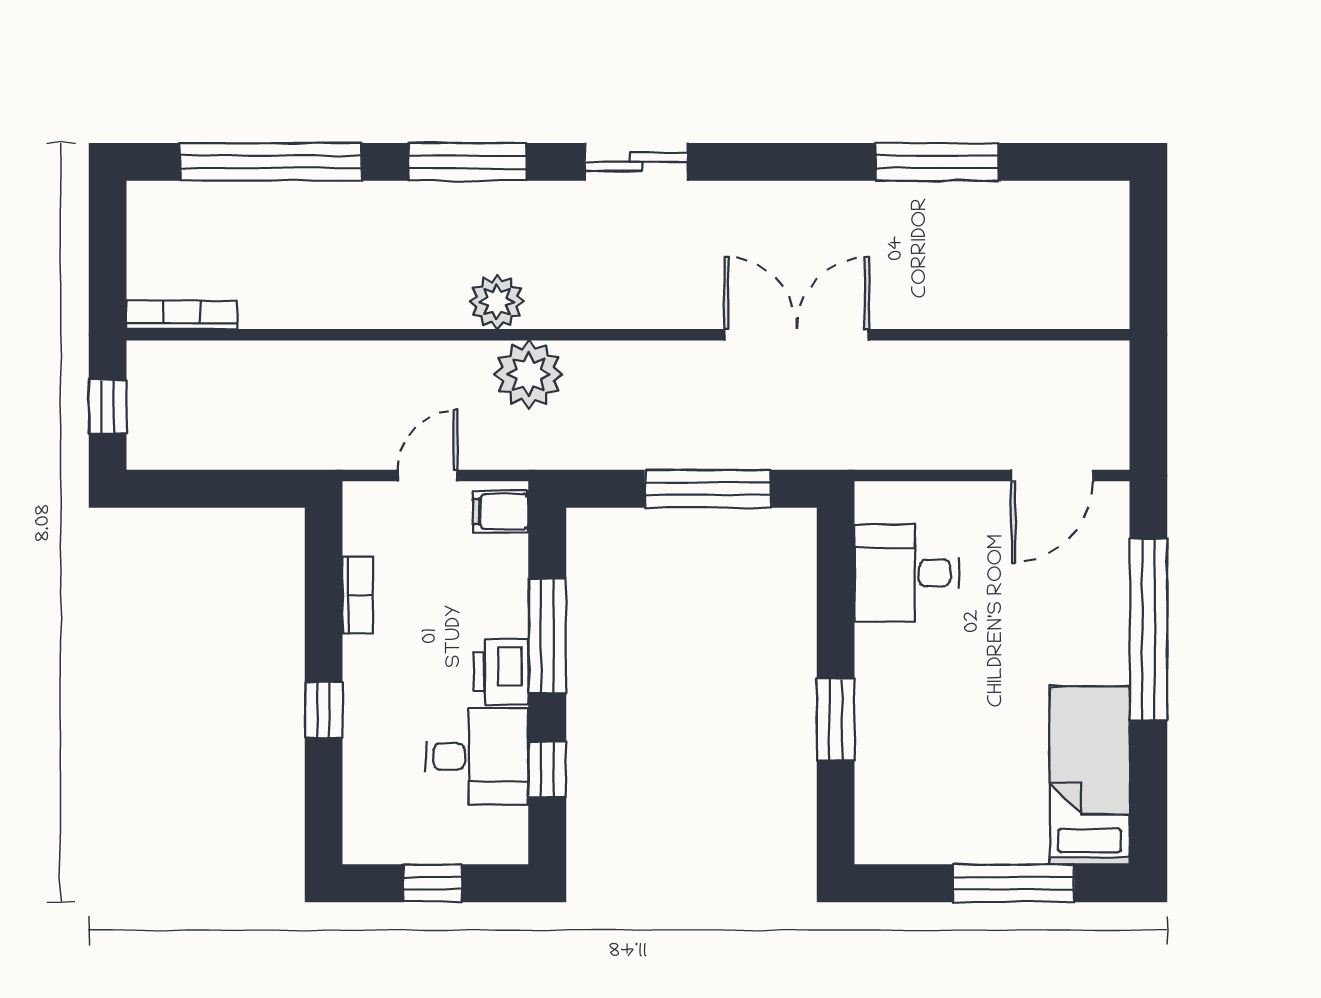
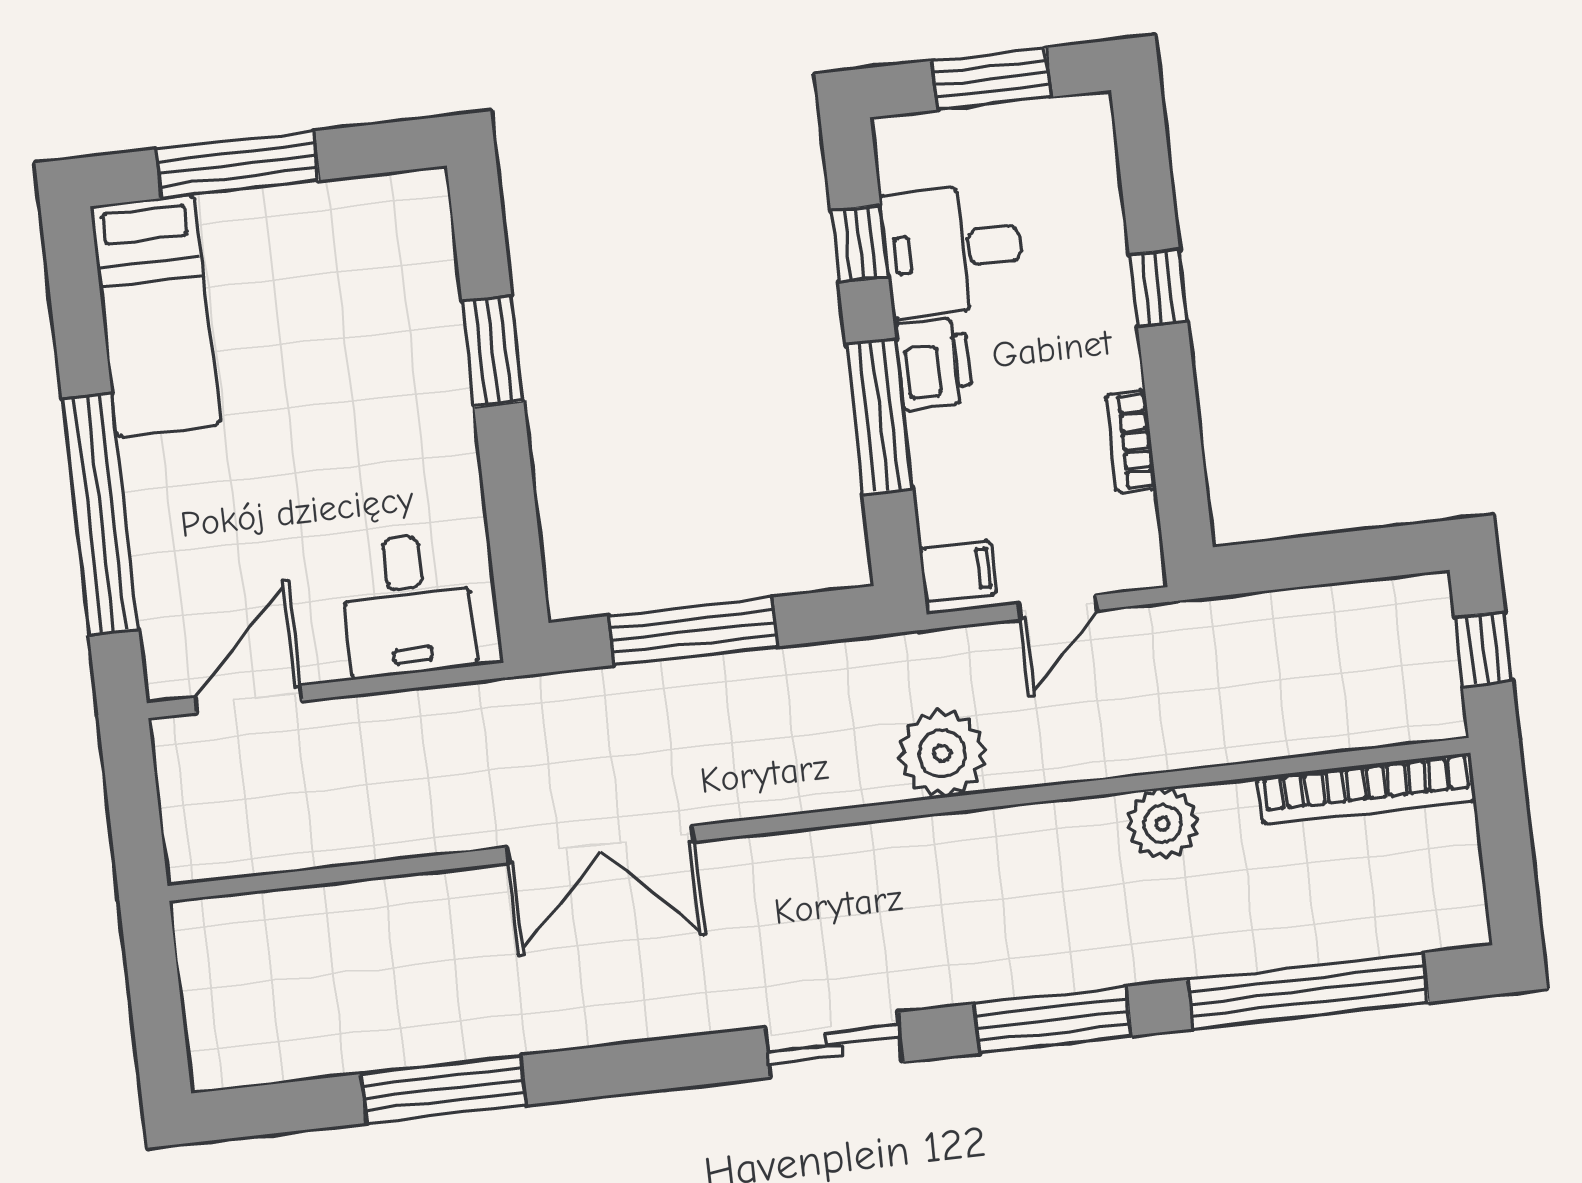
plant: (497, 302) -> (1163, 824), moved
bookcase: (182, 315) -> (1367, 789), width x1.48, depth x1.31
desk: (907, 573) -> (407, 605), moved, turned 90
window: (433, 883) -> (991, 79), width x1.50

